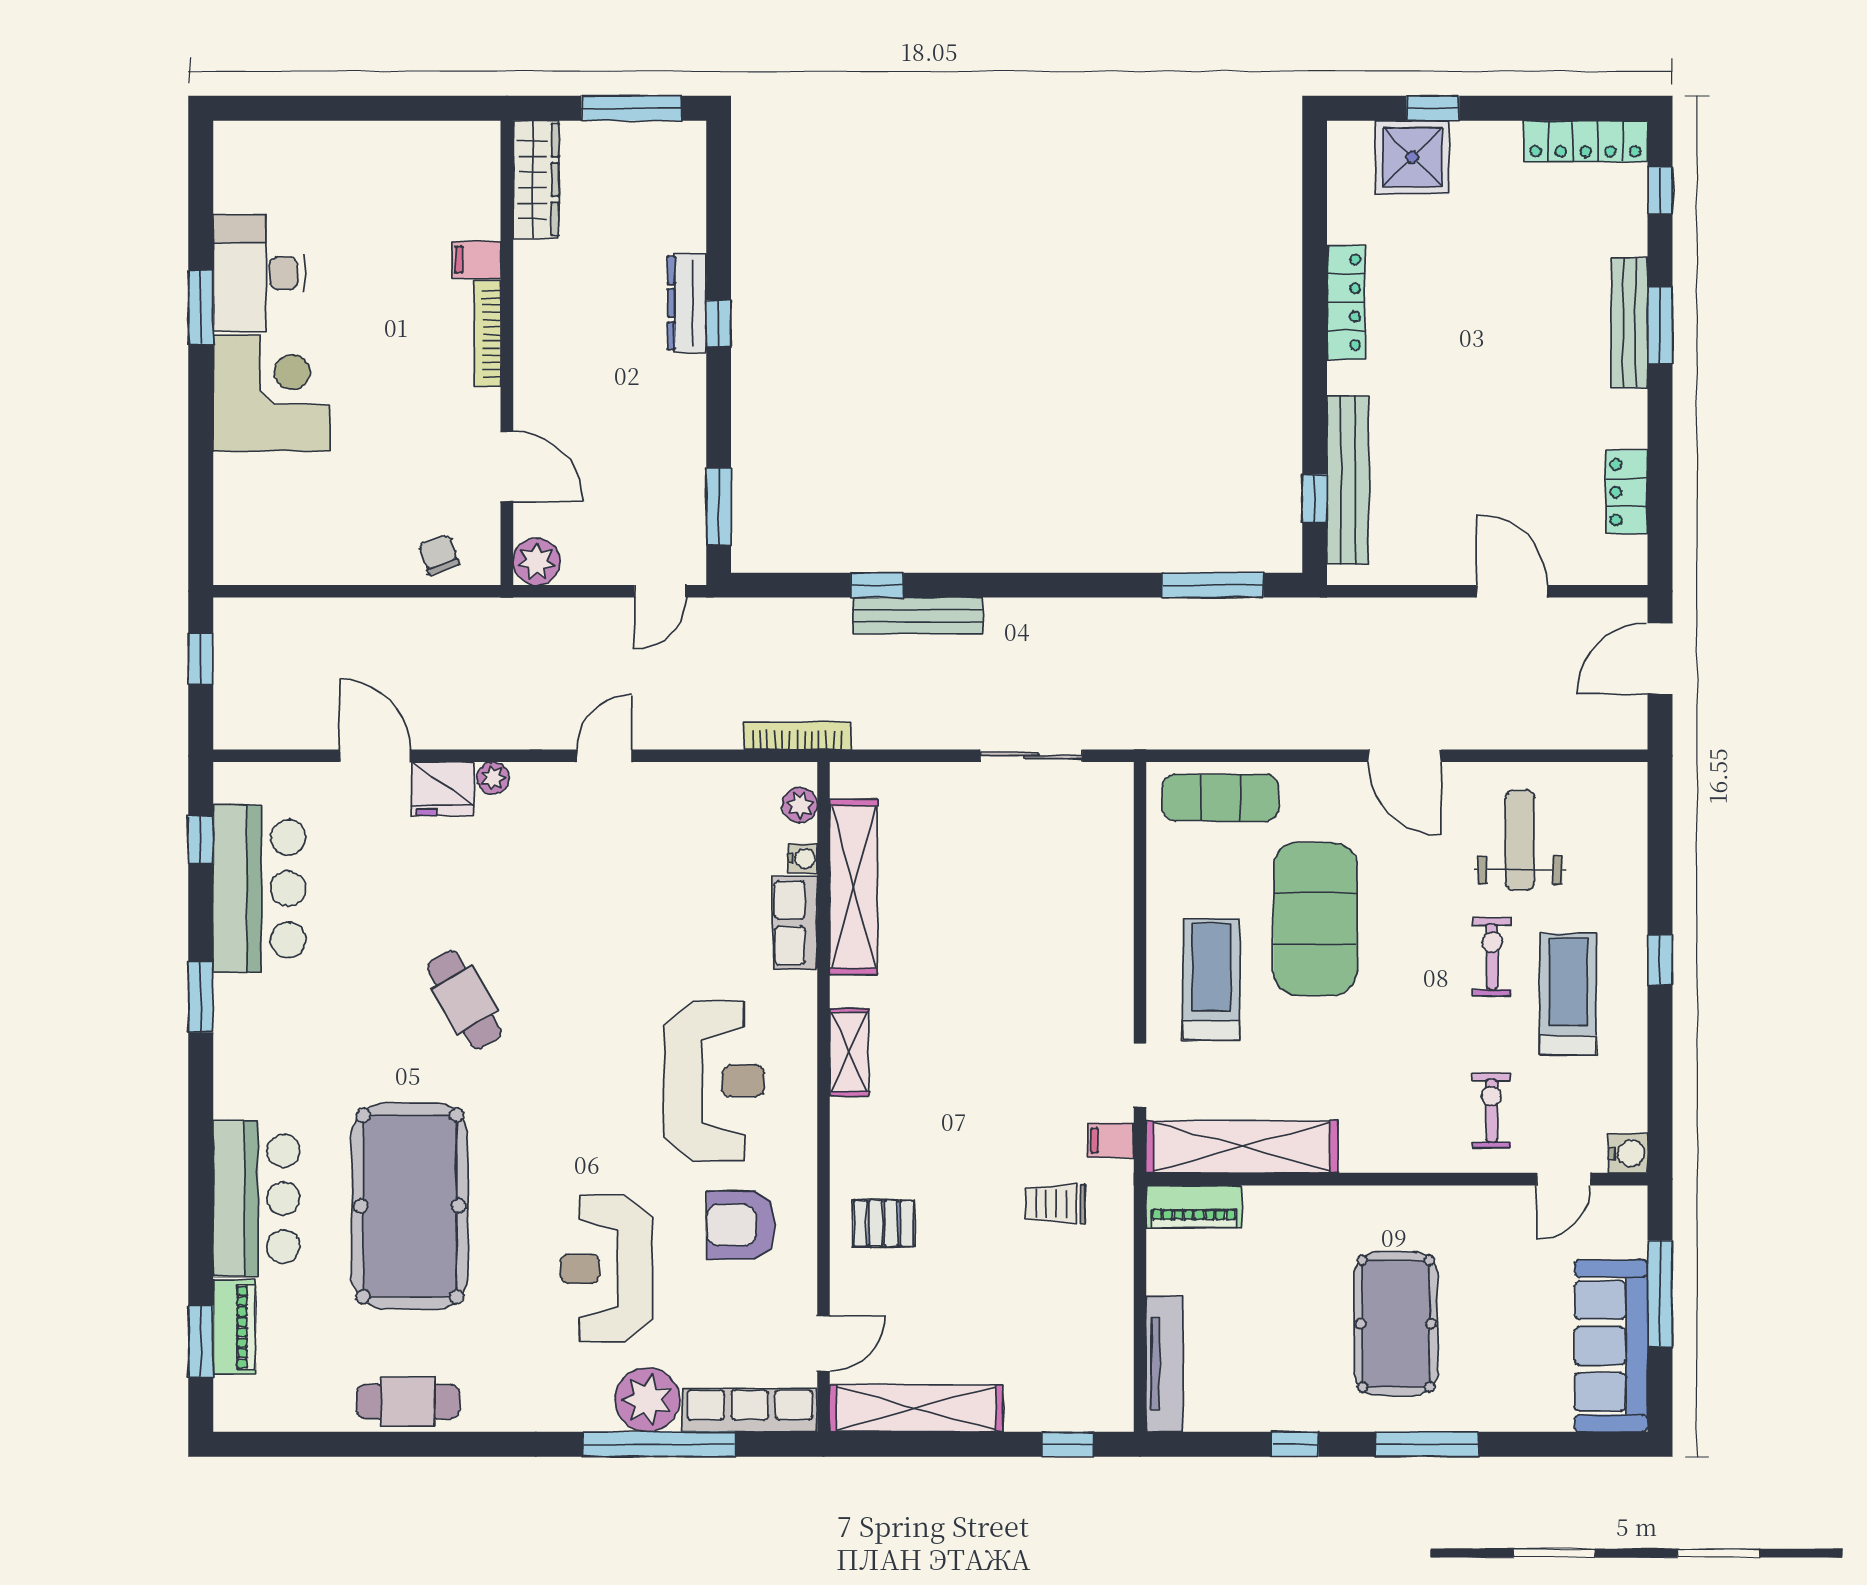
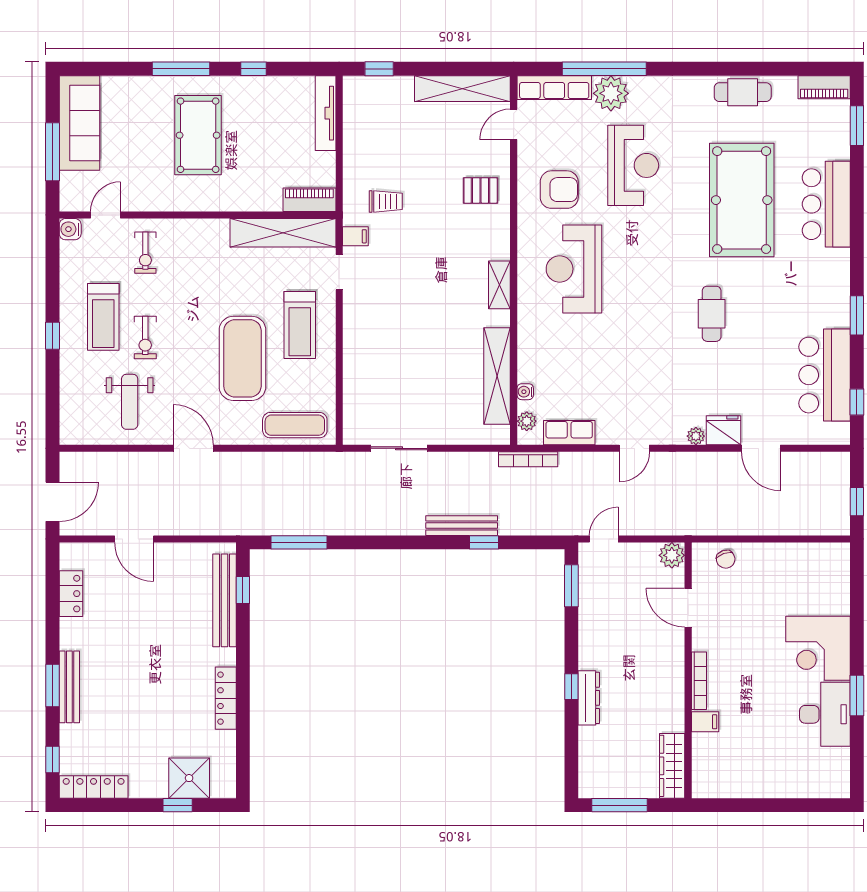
row of seats: (795, 923) -> (569, 433), moved, turned -90
cafe table: (464, 1000) -> (712, 314), turned 30
piano: (234, 1327) -> (824, 87), moved, turned -90

